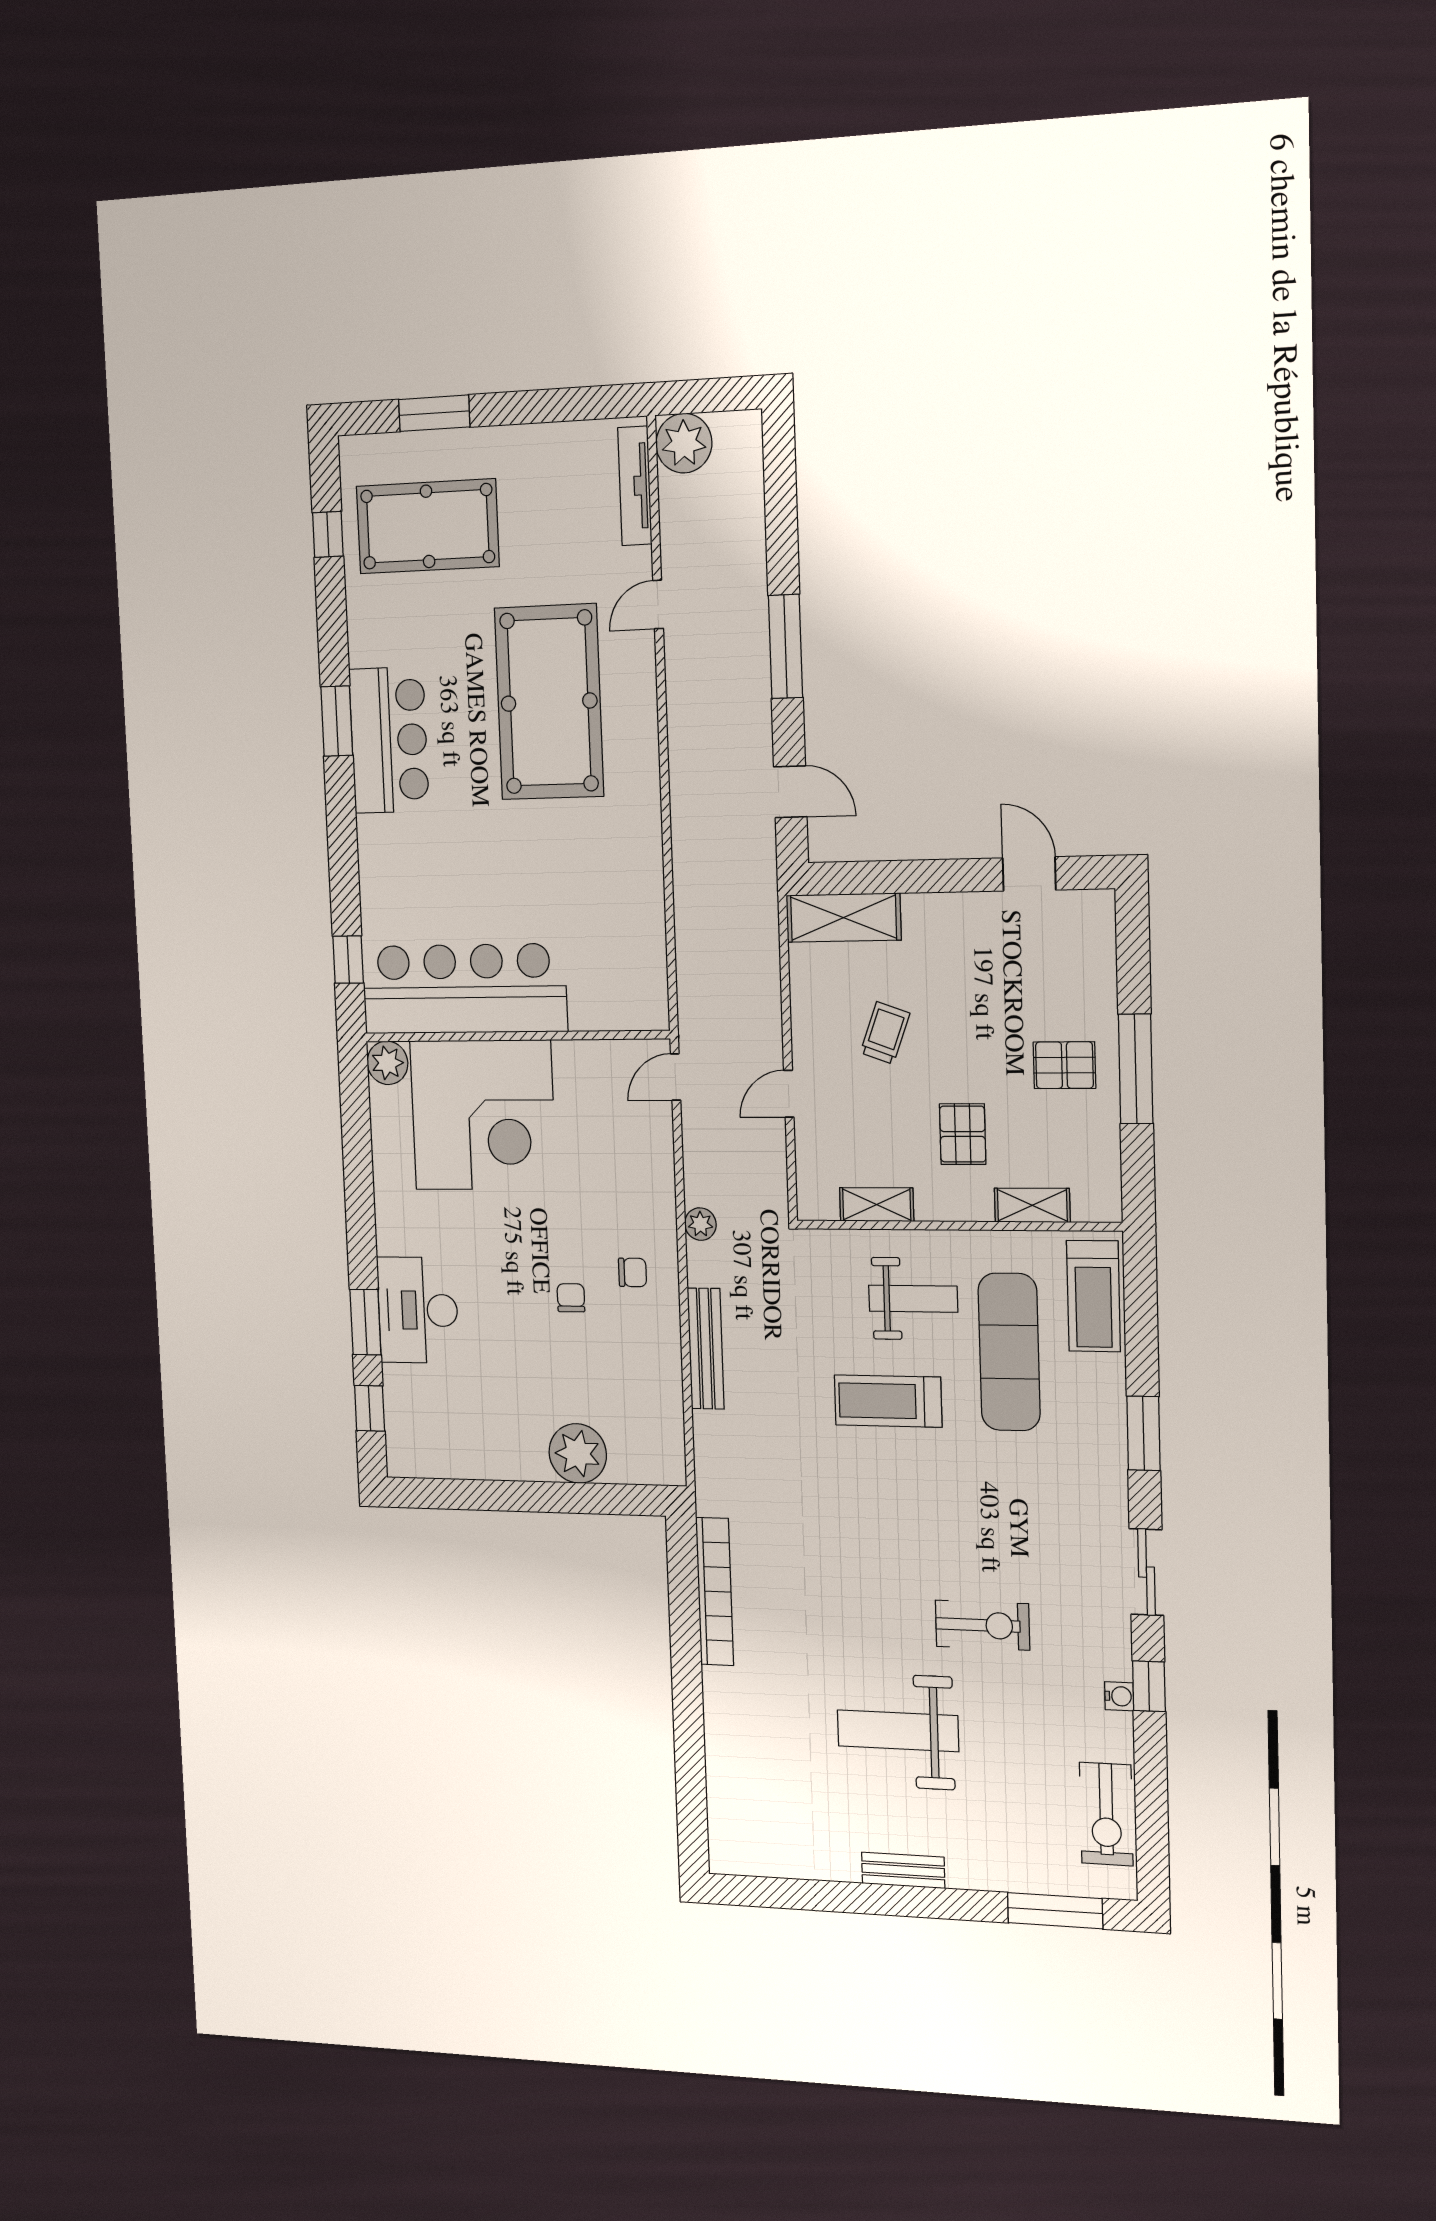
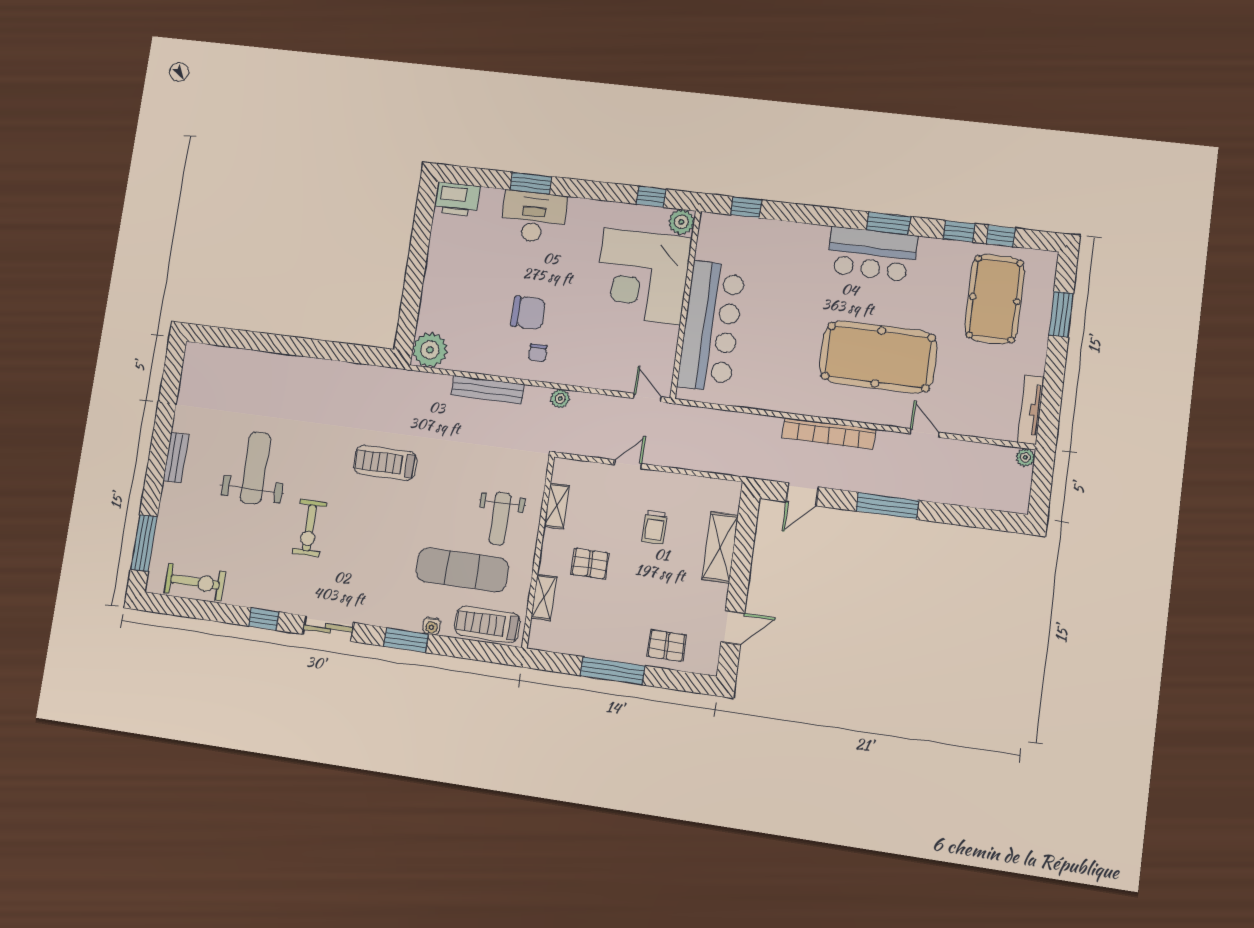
plant: (684, 443) -> (1025, 457), width x0.53, depth x0.53
tv unit: (635, 486) -> (1031, 410), moved, turned -90
window: (331, 603) -> (959, 231), added
shelving: (843, 918) -> (720, 547), moved
bar counter: (464, 989) -> (711, 326), moved
trolley: (885, 1033) -> (655, 527), turned 70
pallet: (1064, 1065) -> (667, 646), moved, turned 90
door: (789, 1094) -> (628, 464), hinge flipped
chair: (571, 1298) -> (528, 313), width x1.87, depth x1.87
treadmill: (888, 1401) -> (385, 463), moved, turned -90
window: (370, 1408) -> (651, 197), moved
printer: (410, 1442) -> (457, 199), added
plant: (578, 1453) -> (430, 350), moved
bookcase: (715, 1591) -> (829, 433), moved
water cooler: (1119, 1696) -> (432, 626), moved
exercise bike: (1106, 1814) -> (195, 582), turned 180

